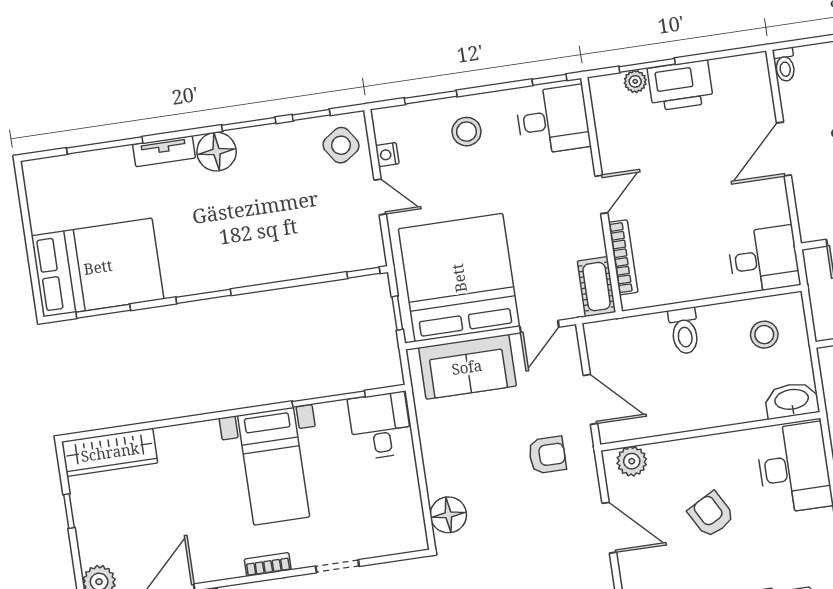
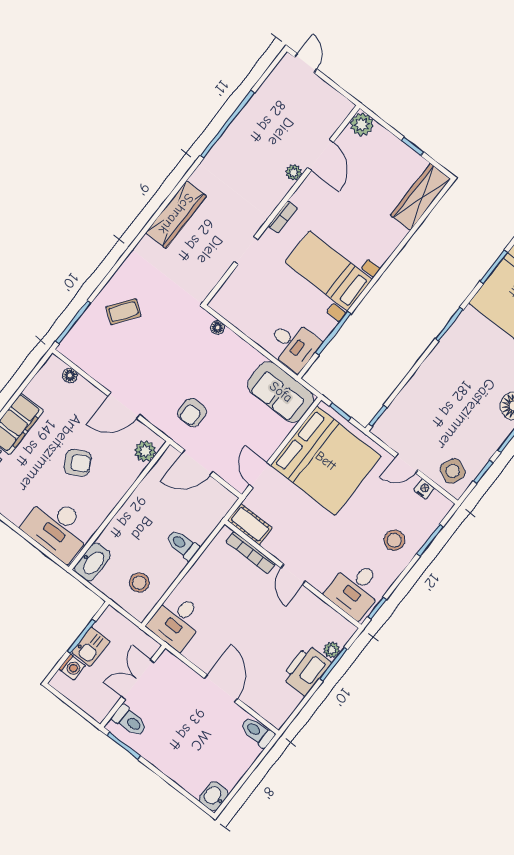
toilet: (785, 65) -> (257, 732), width x1.37, depth x1.39
side table: (341, 145) -> (453, 471), turned -31
sofa: (467, 367) -> (281, 392), moved, turned -90
floor lamp: (448, 515) -> (217, 328), width x0.53, depth x0.53

